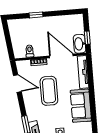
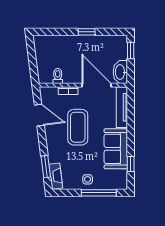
window: (36, 15) -> (87, 32), moved
window: (87, 38) -> (131, 50), moved
window: (94, 117) -> (131, 164), added

